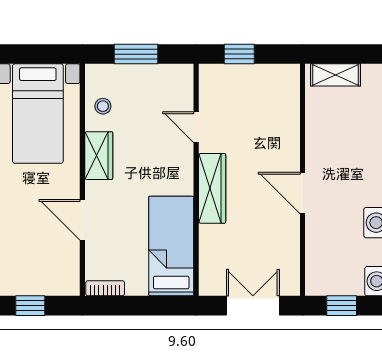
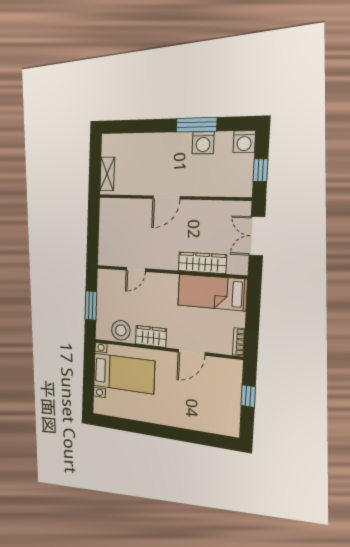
window: (239, 54) -> (93, 238), removed
stool: (103, 106) -> (121, 330), width x1.89, depth x1.89
wardrobe: (212, 188) -> (202, 263), moved
door: (303, 193) -> (166, 197), moved

